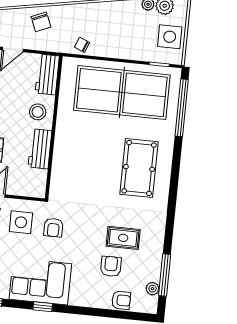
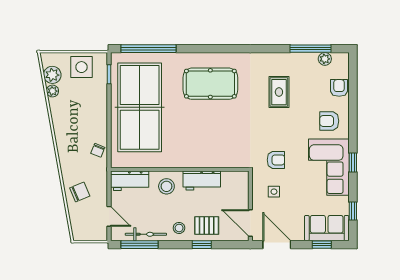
side table: (21, 222) -> (274, 192), width x0.54, depth x0.54
armchair: (111, 266) -> (329, 121), moved

